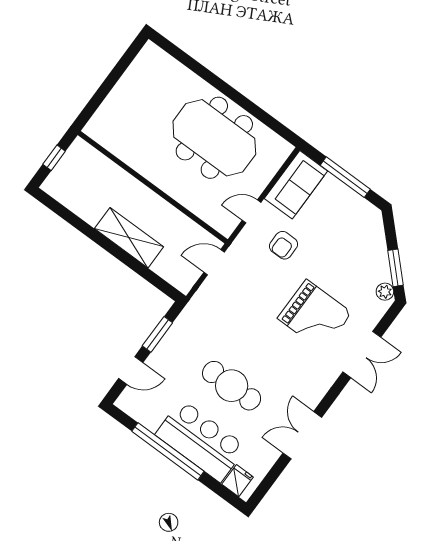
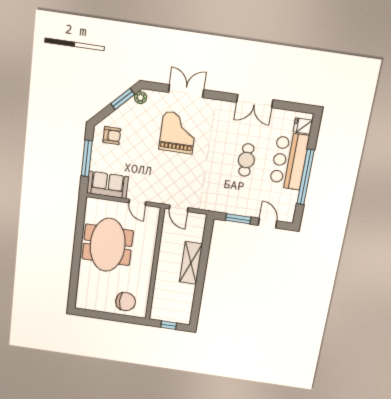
chair: (120, 116) -> (126, 302), added
armchair: (283, 245) -> (112, 136), moved
cafe table: (232, 386) -> (246, 160), width x0.73, depth x0.74

